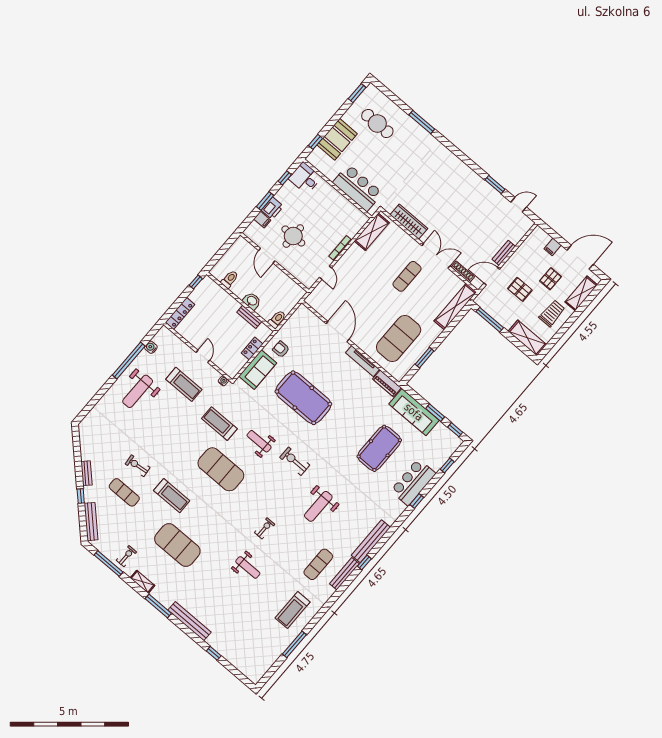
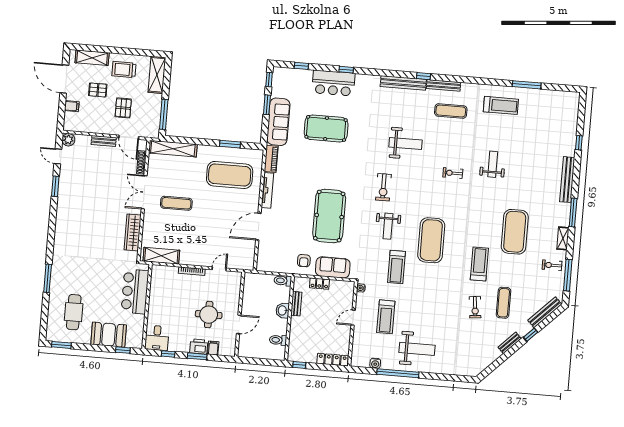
plant: (526, 224) -> (68, 140), added
treadmill: (184, 384) -> (386, 317), turned 180

